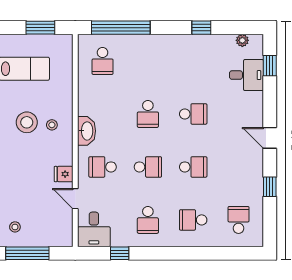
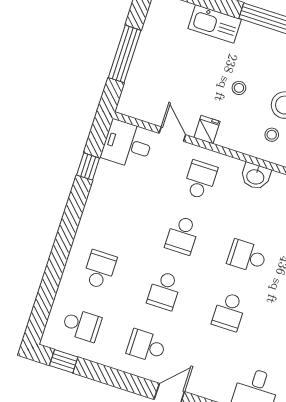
washbasin: (87, 131) -> (255, 176), width x0.72
window: (270, 187) -> (64, 361), moved
door: (75, 199) -> (172, 134), hinge flipped
school desk: (148, 220) -> (146, 346), moved
stool: (15, 227) -> (239, 88), moved

